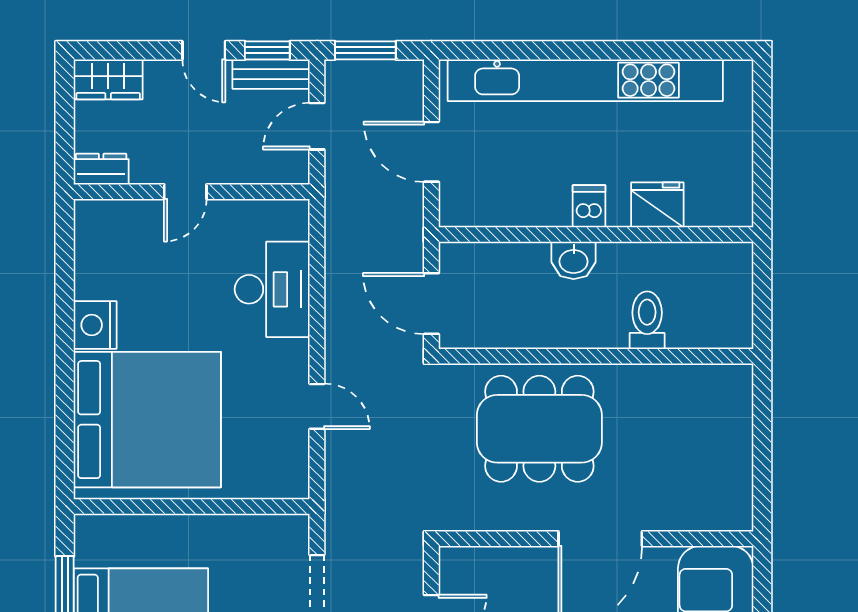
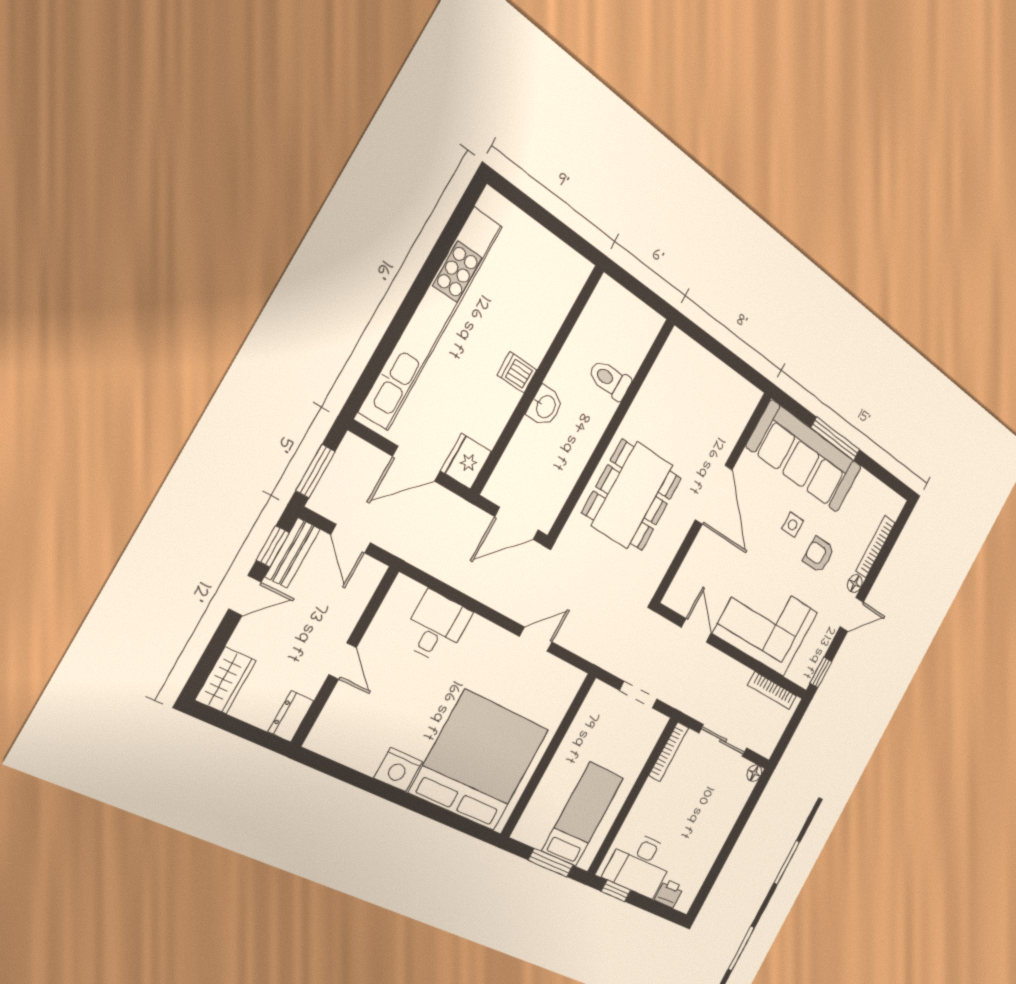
fridge: (657, 205) -> (466, 461), moved
desk: (272, 289) -> (436, 627), width x0.73

